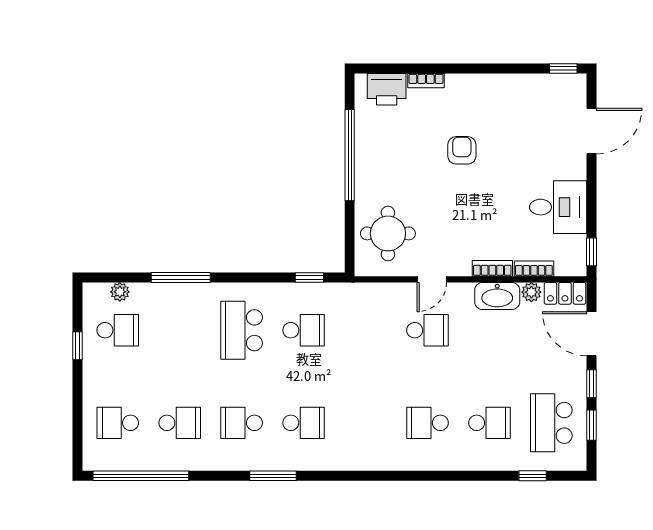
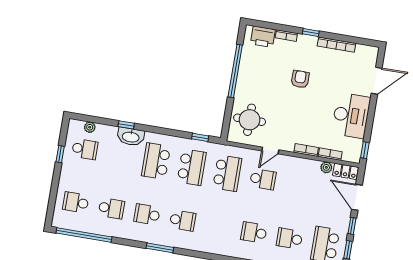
window: (563, 68) -> (311, 33), moved
bookcase: (513, 82) -> (336, 45), added
desk: (558, 207) -> (351, 115), width x1.37
window: (181, 277) -> (126, 125), width x0.46
washbasin: (497, 296) -> (131, 137), moved
school desk: (304, 330) -> (192, 167), width x1.85
school desk: (366, 330) -> (227, 173), added
school desk: (489, 423) -> (289, 239), turned 180

